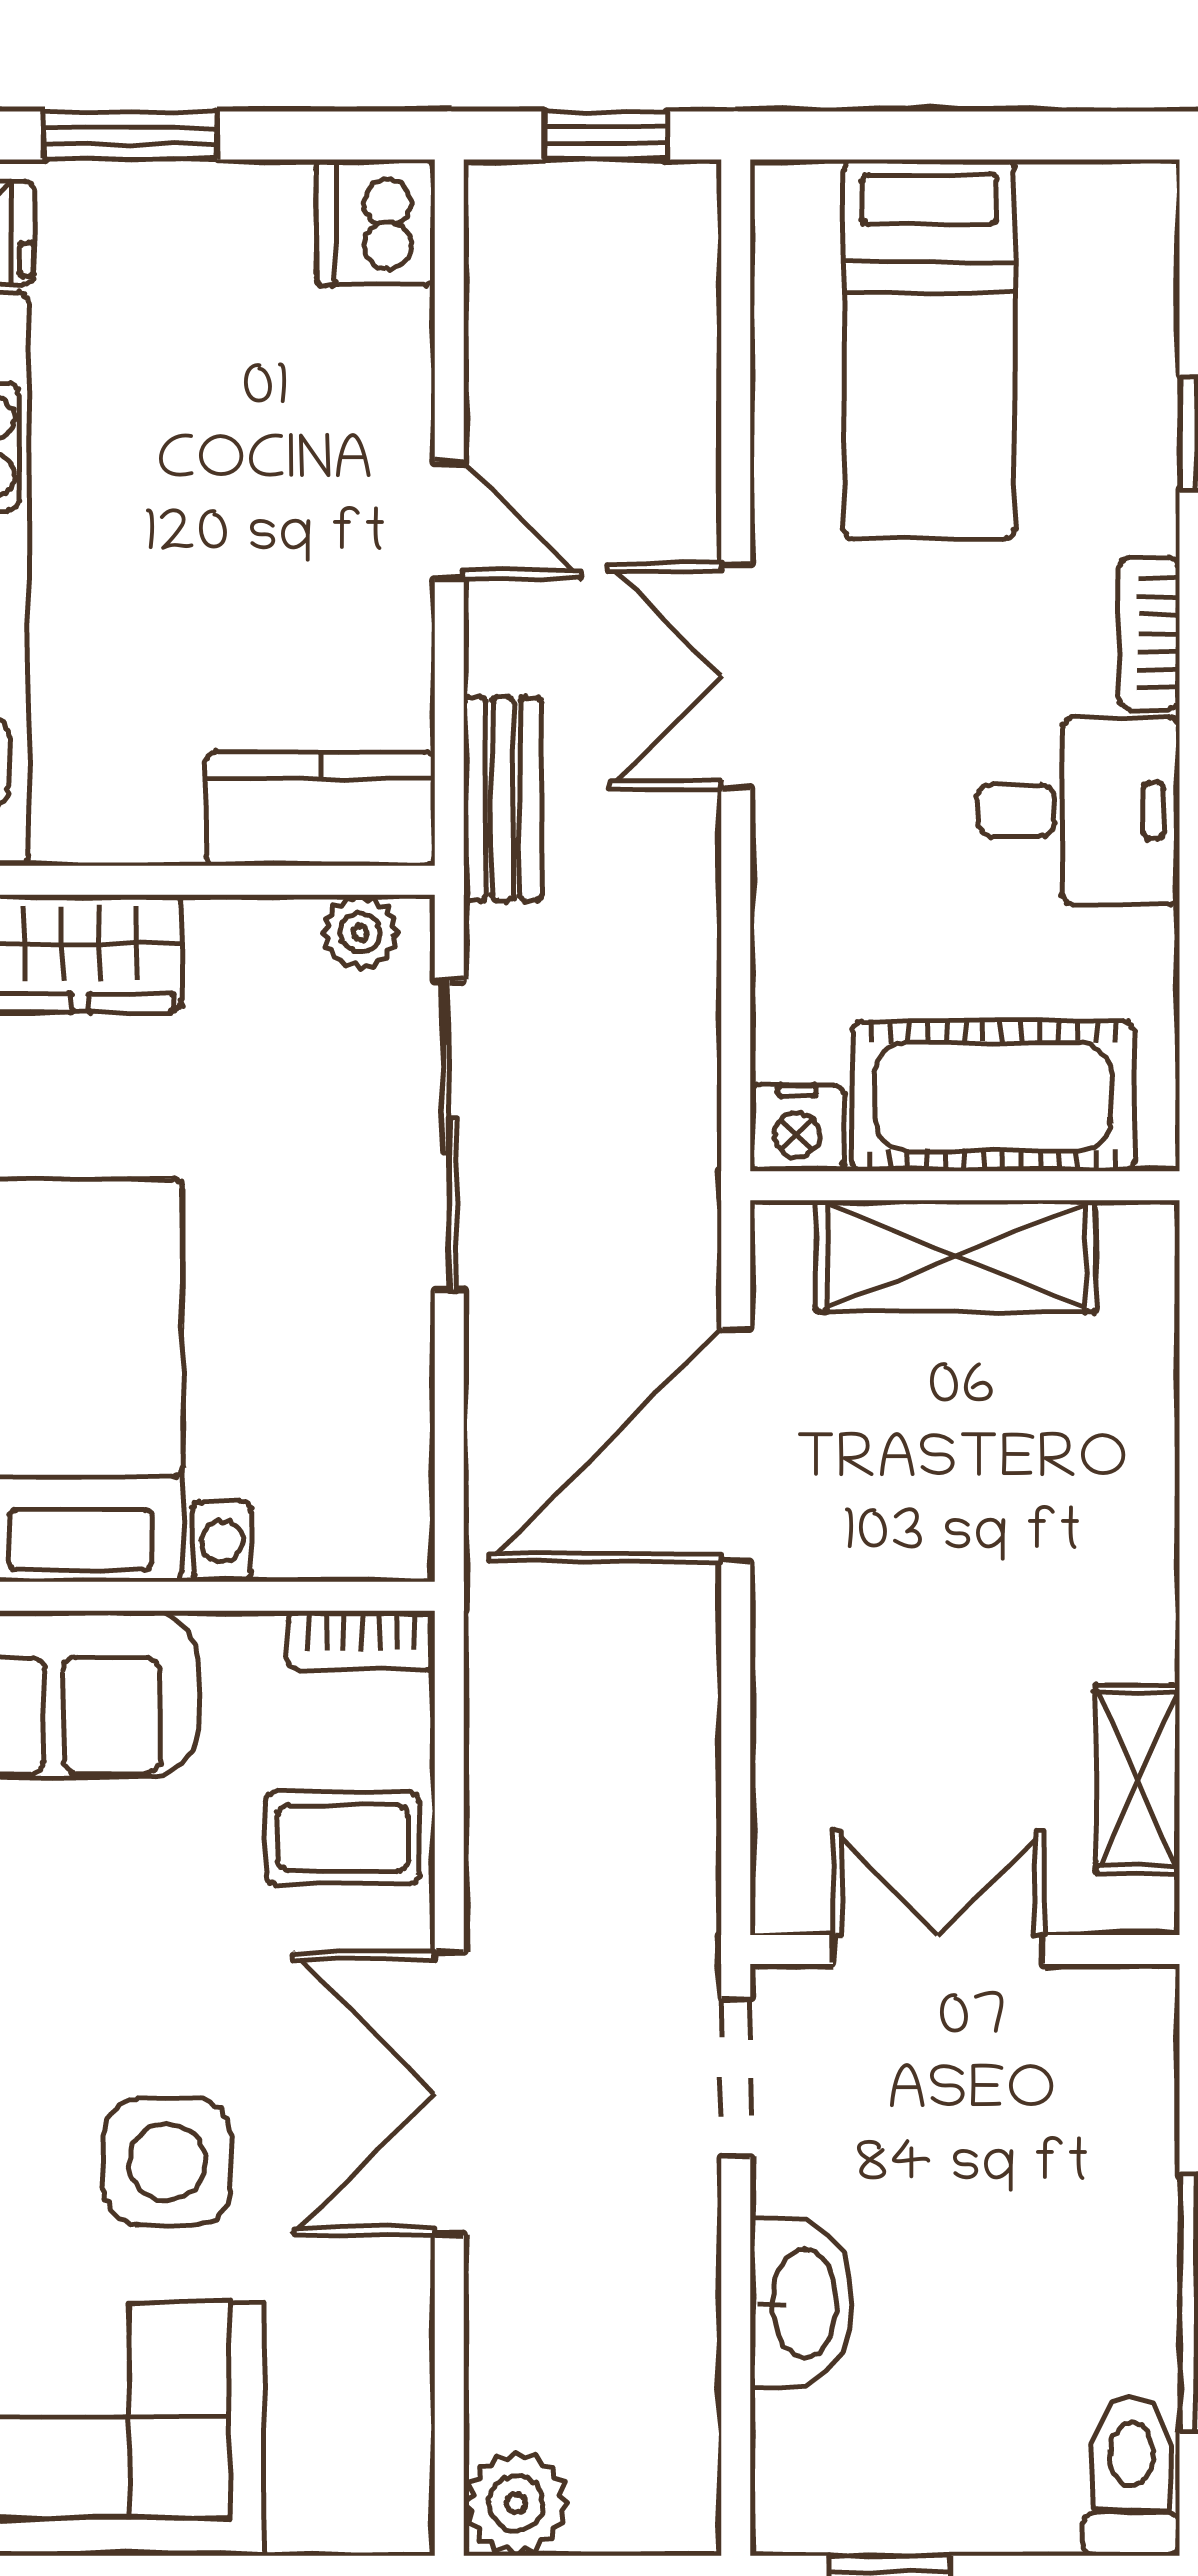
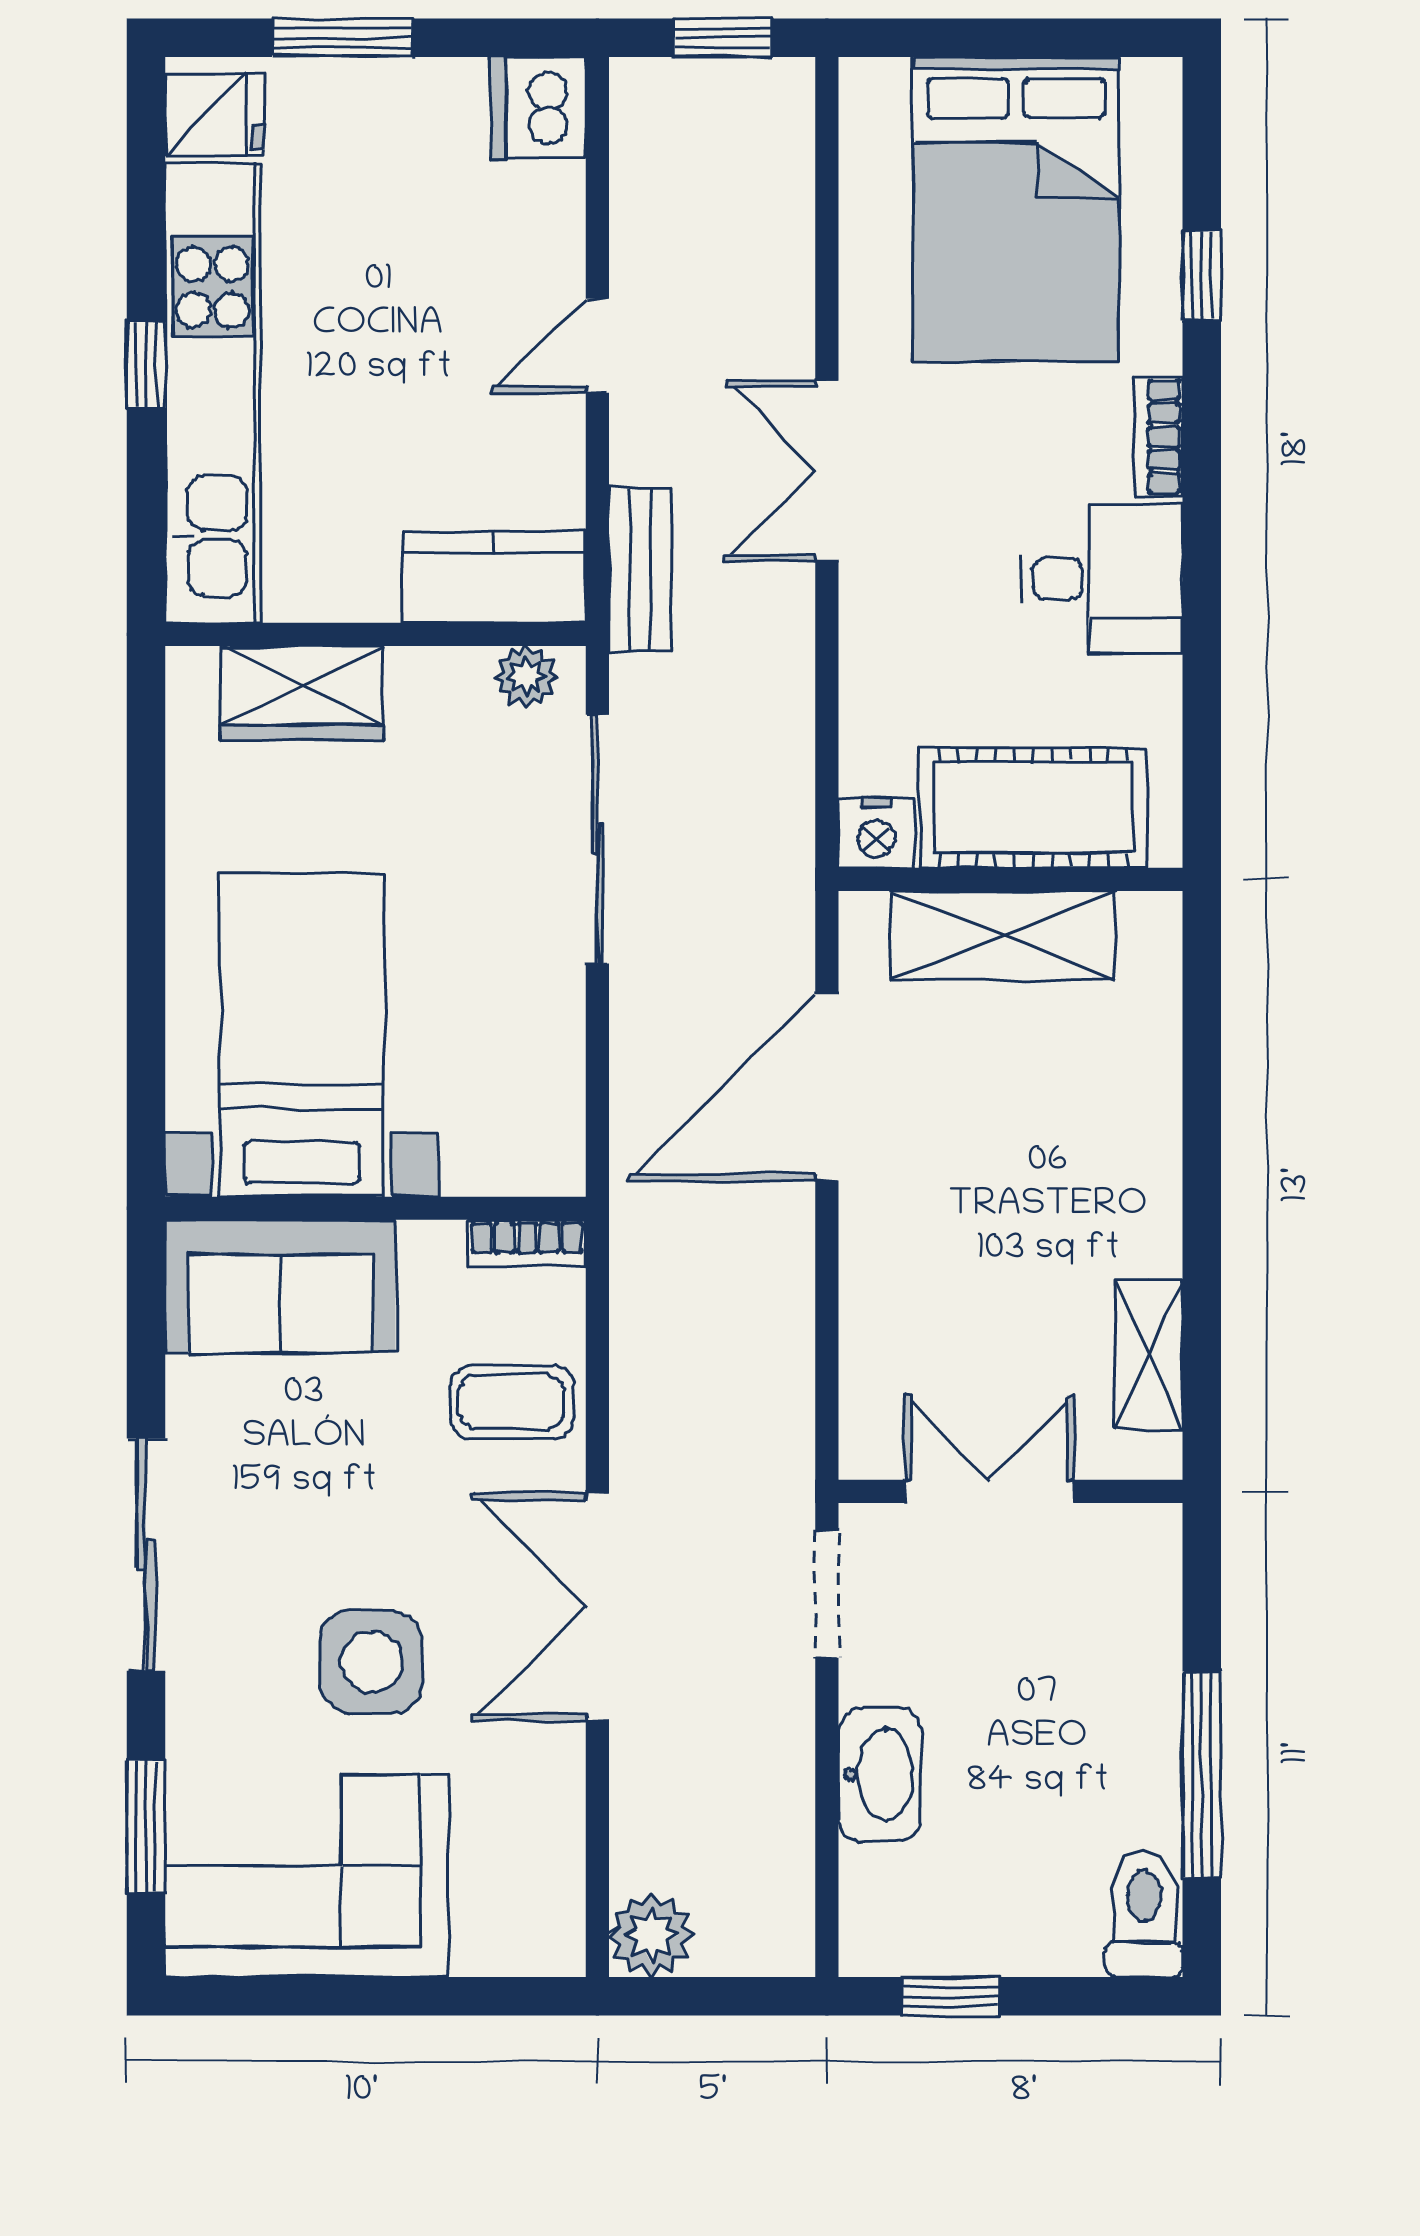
bed: (929, 350) -> (1016, 209), width x1.50
door: (449, 520) -> (597, 346), swing flipped

